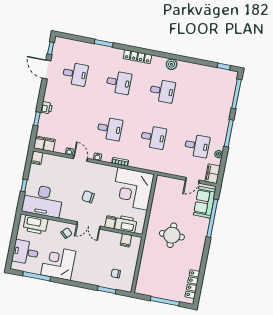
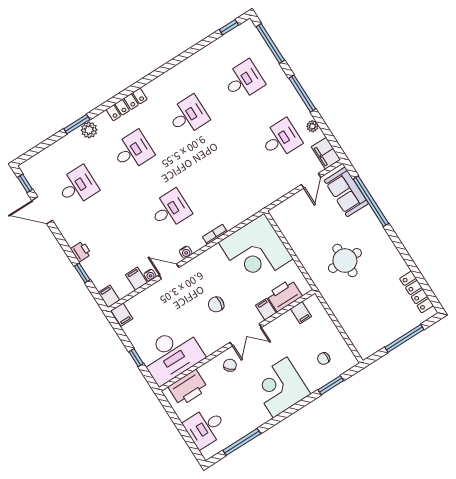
plant: (172, 64) -> (89, 130), moved
desk: (153, 137) -> (243, 80), moved
filing cabinet: (49, 145) -> (136, 279), moved
corner desk: (58, 263) -> (280, 387), moved

